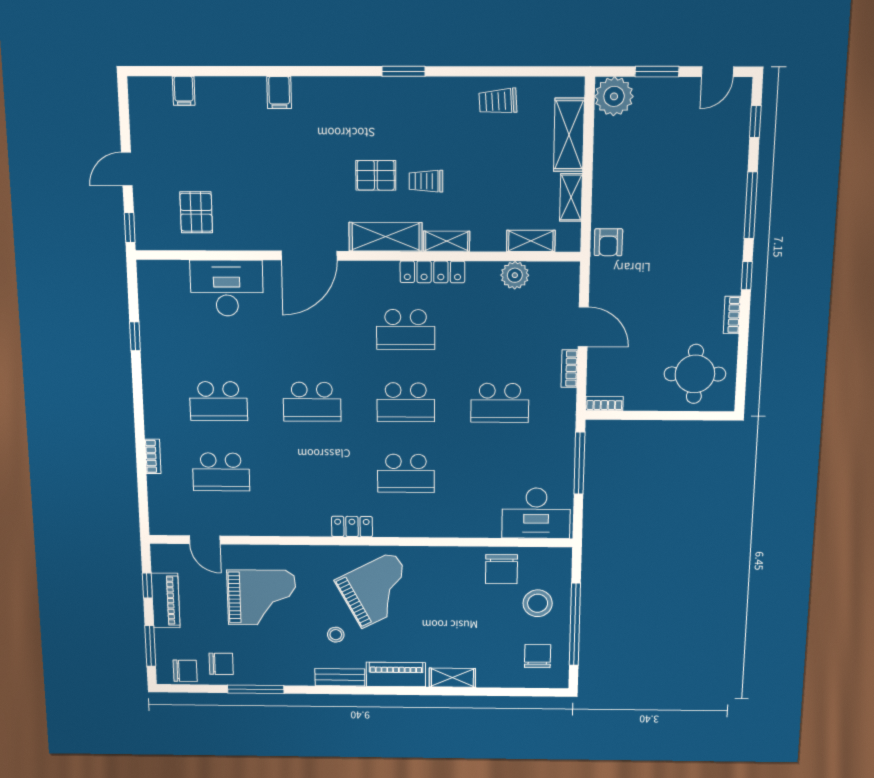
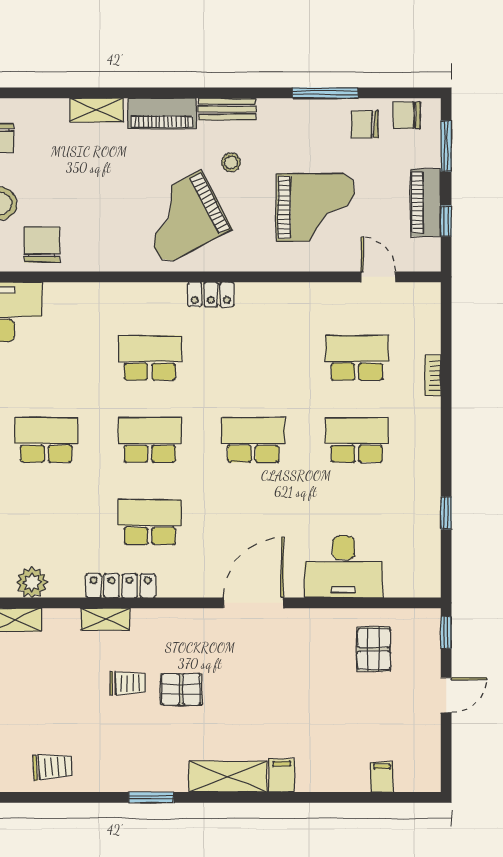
shelving: (386, 237) -> (228, 777), moved
grand piano: (262, 598) -> (315, 207), turned 180

